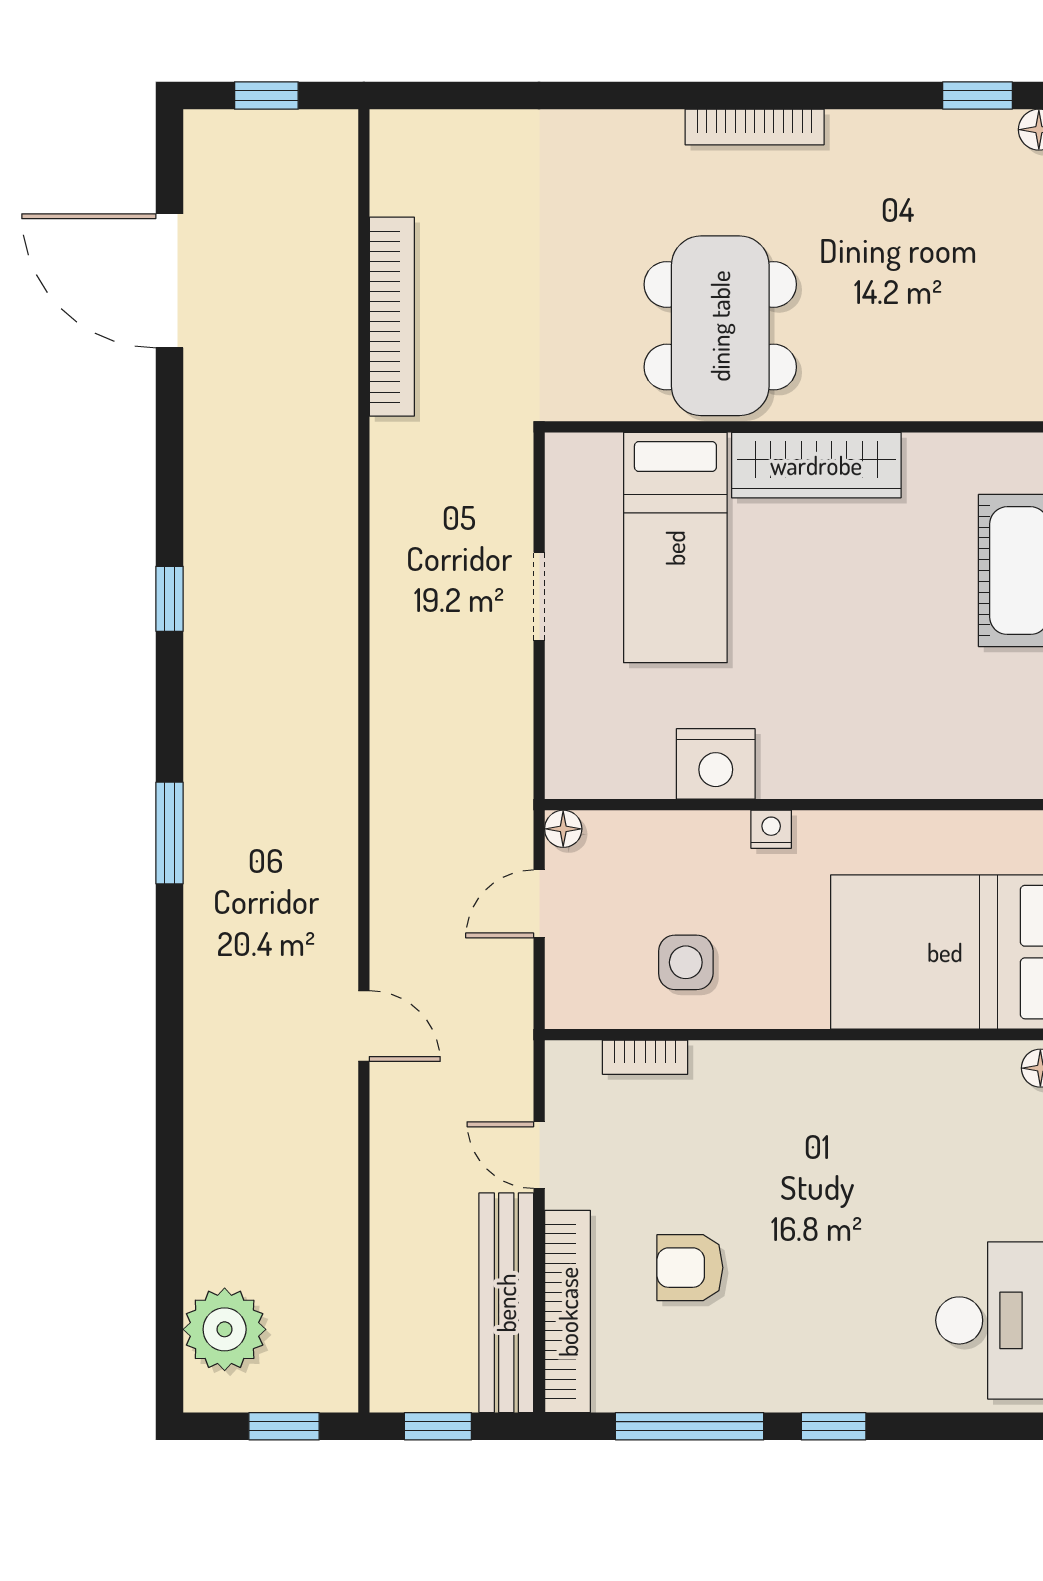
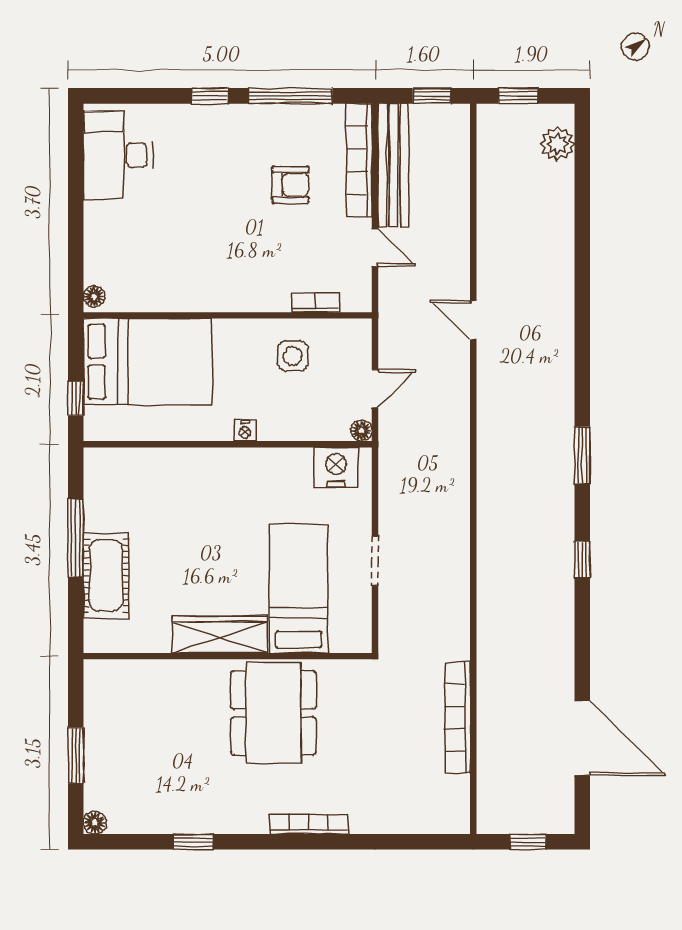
window: (978, 96) -> (193, 842), moved
bookcase: (755, 127) -> (309, 824), moved
nightstand: (716, 764) -> (336, 467), moved
window: (169, 833) -> (582, 455), moved
plant: (225, 1329) -> (558, 144), width x0.73, depth x0.73

